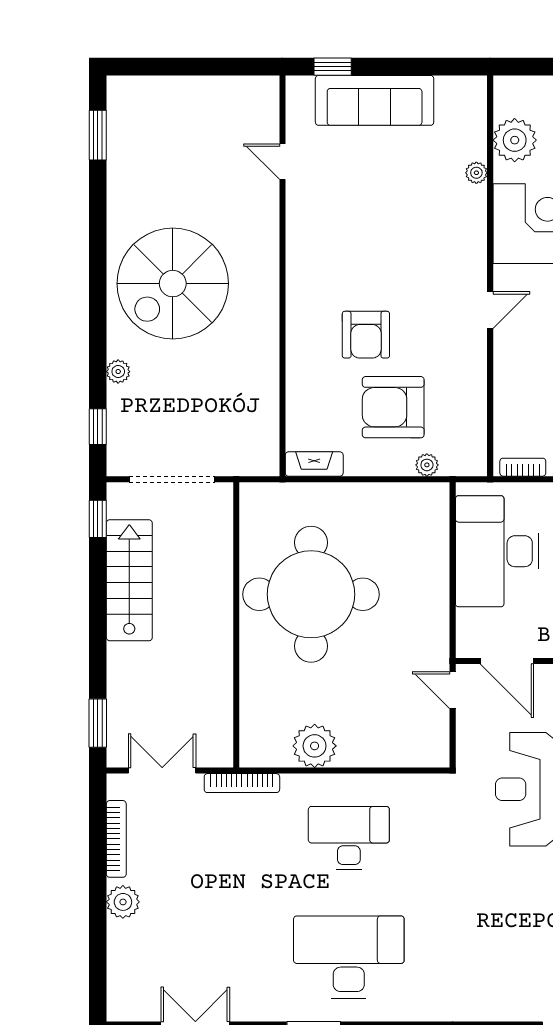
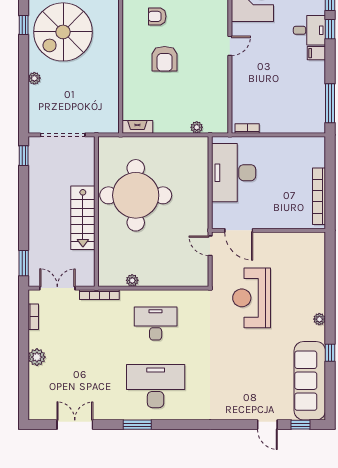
armchair: (393, 407) -> (157, 16), moved, width x0.53, depth x0.53
window: (98, 427) -> (24, 25), moved
stairs: (129, 580) -> (83, 218), moved, turned 180
plant: (315, 746) -> (132, 280), width x0.53, depth x0.53
bookcase: (116, 839) -> (33, 317), width x0.64

